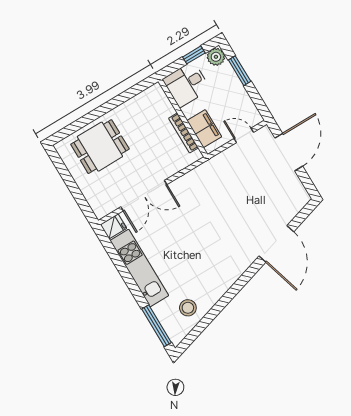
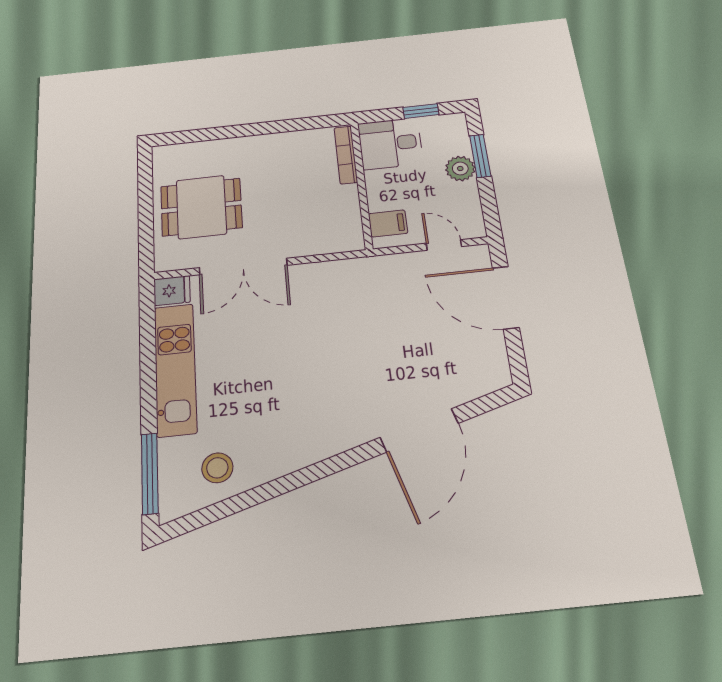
plant: (216, 57) -> (460, 168), moved
filing cabinet: (204, 129) -> (388, 223), width x0.50
bookcase: (184, 133) -> (346, 155), moved
dining table: (100, 147) -> (201, 207), moved
door: (289, 152) -> (506, 298), swing flipped

